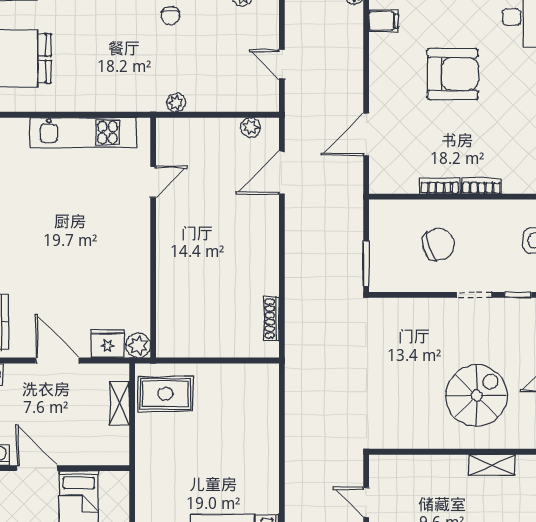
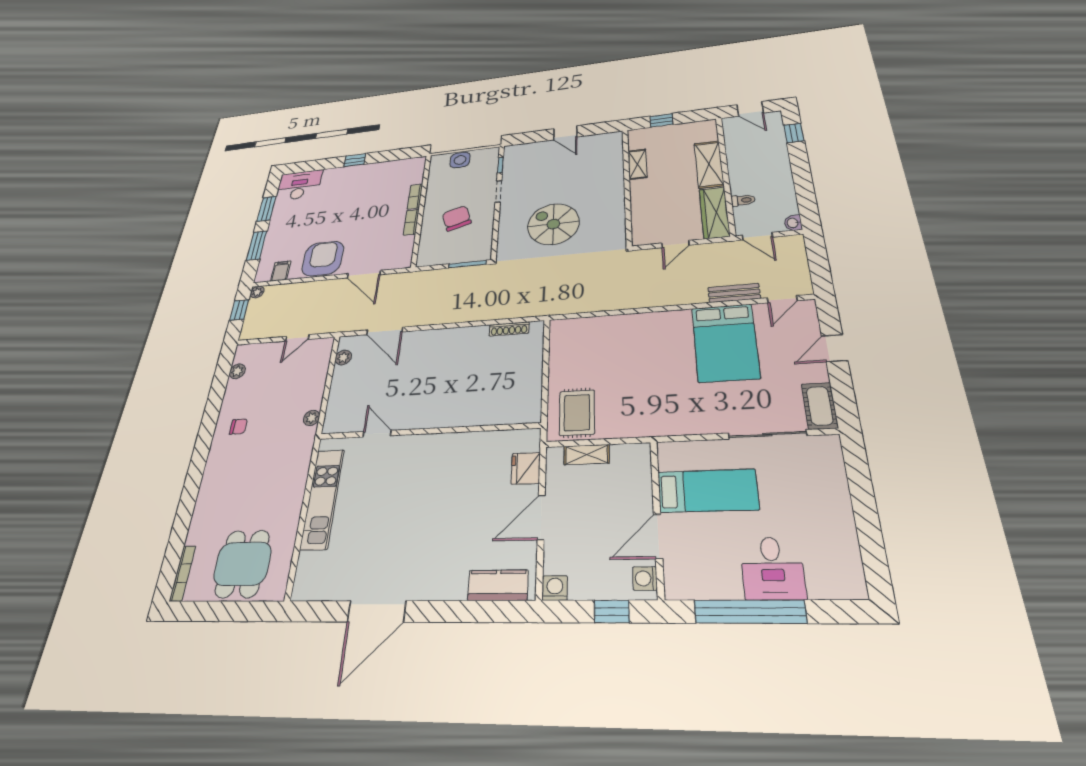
armchair: (453, 74) -> (323, 259), moved
plant: (138, 345) -> (529, 440), removed
spiral stairs: (477, 396) -> (553, 224), moved

